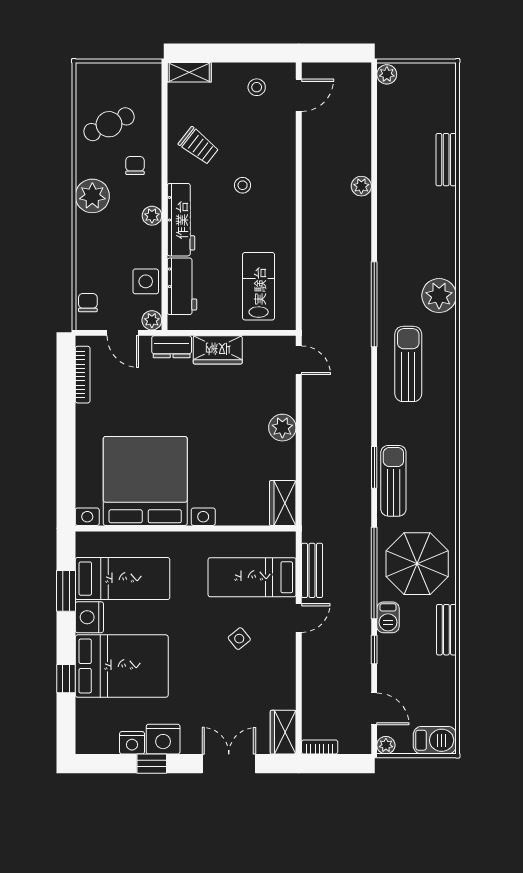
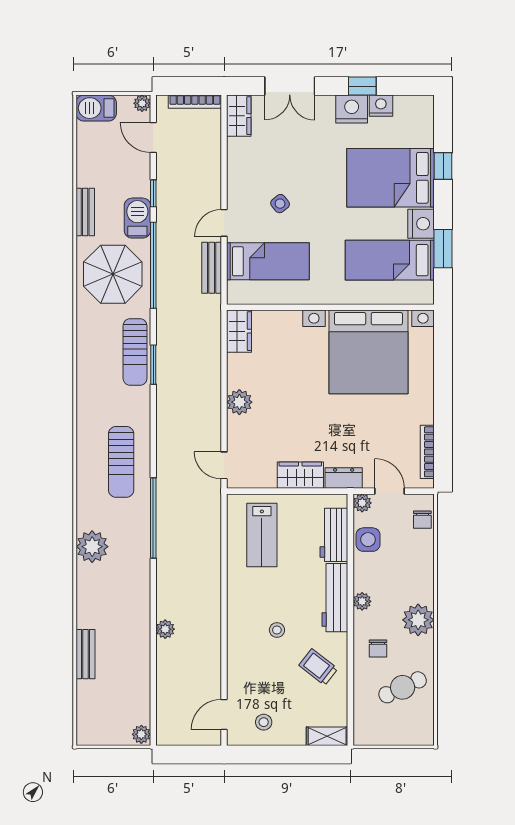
plant: (439, 296) -> (92, 547), moved
barbecue: (388, 617) -> (137, 218), width x1.38, depth x1.27
bookcase: (320, 747) -> (195, 102), width x1.56

